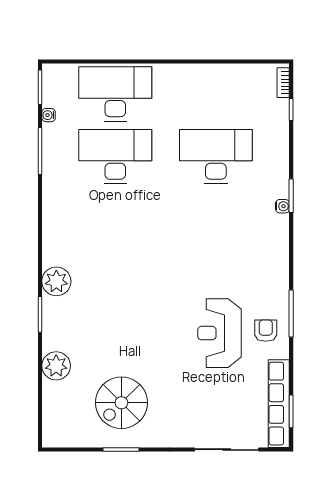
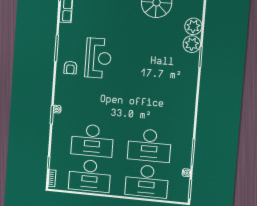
desk: (216, 94) -> (90, 176), added
plant: (56, 281) -> (192, 44), moved
armchair: (266, 331) -> (70, 68), moved
reception desk: (219, 333) -> (98, 58), moved

